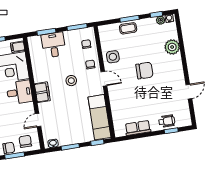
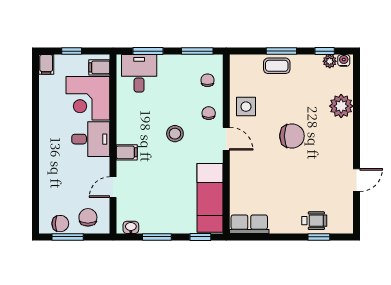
desk: (54, 45) -> (139, 73), moved
filing cabinet: (42, 92) -> (127, 152), width x0.50
row of seats: (138, 128) -> (249, 224), moved

